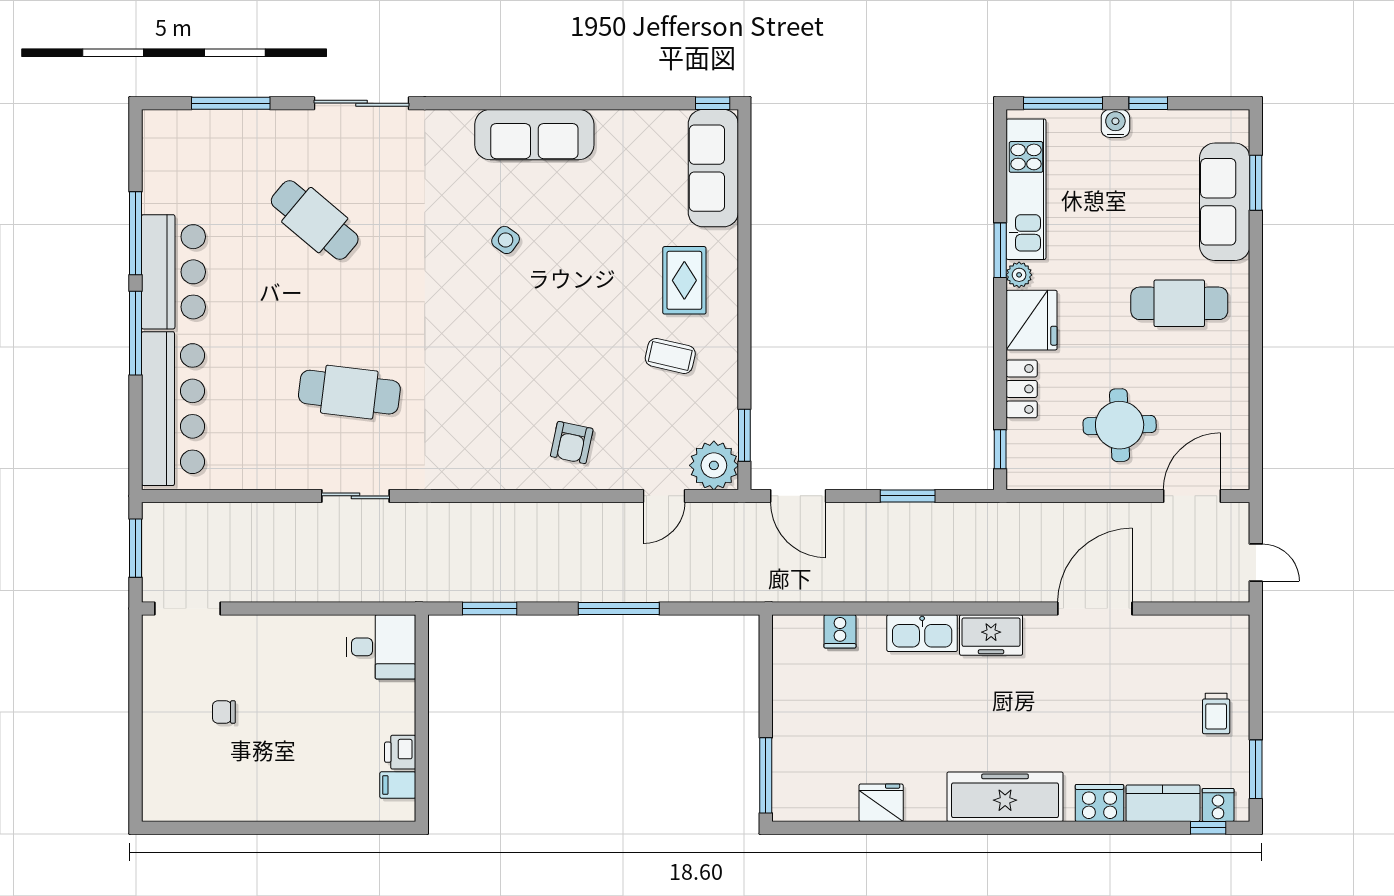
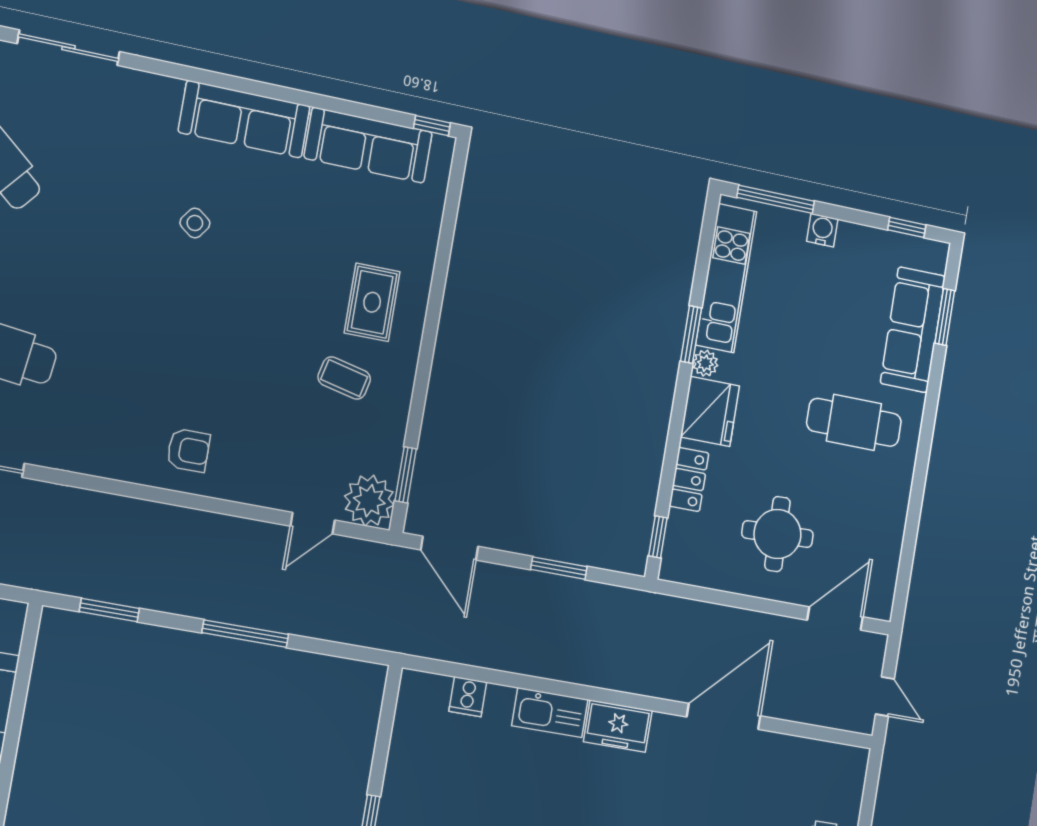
window: (1148, 103) -> (907, 227), moved
sofa: (713, 168) -> (368, 145), moved, turned -90
armchair: (572, 443) -> (188, 450), moved, turned -102

